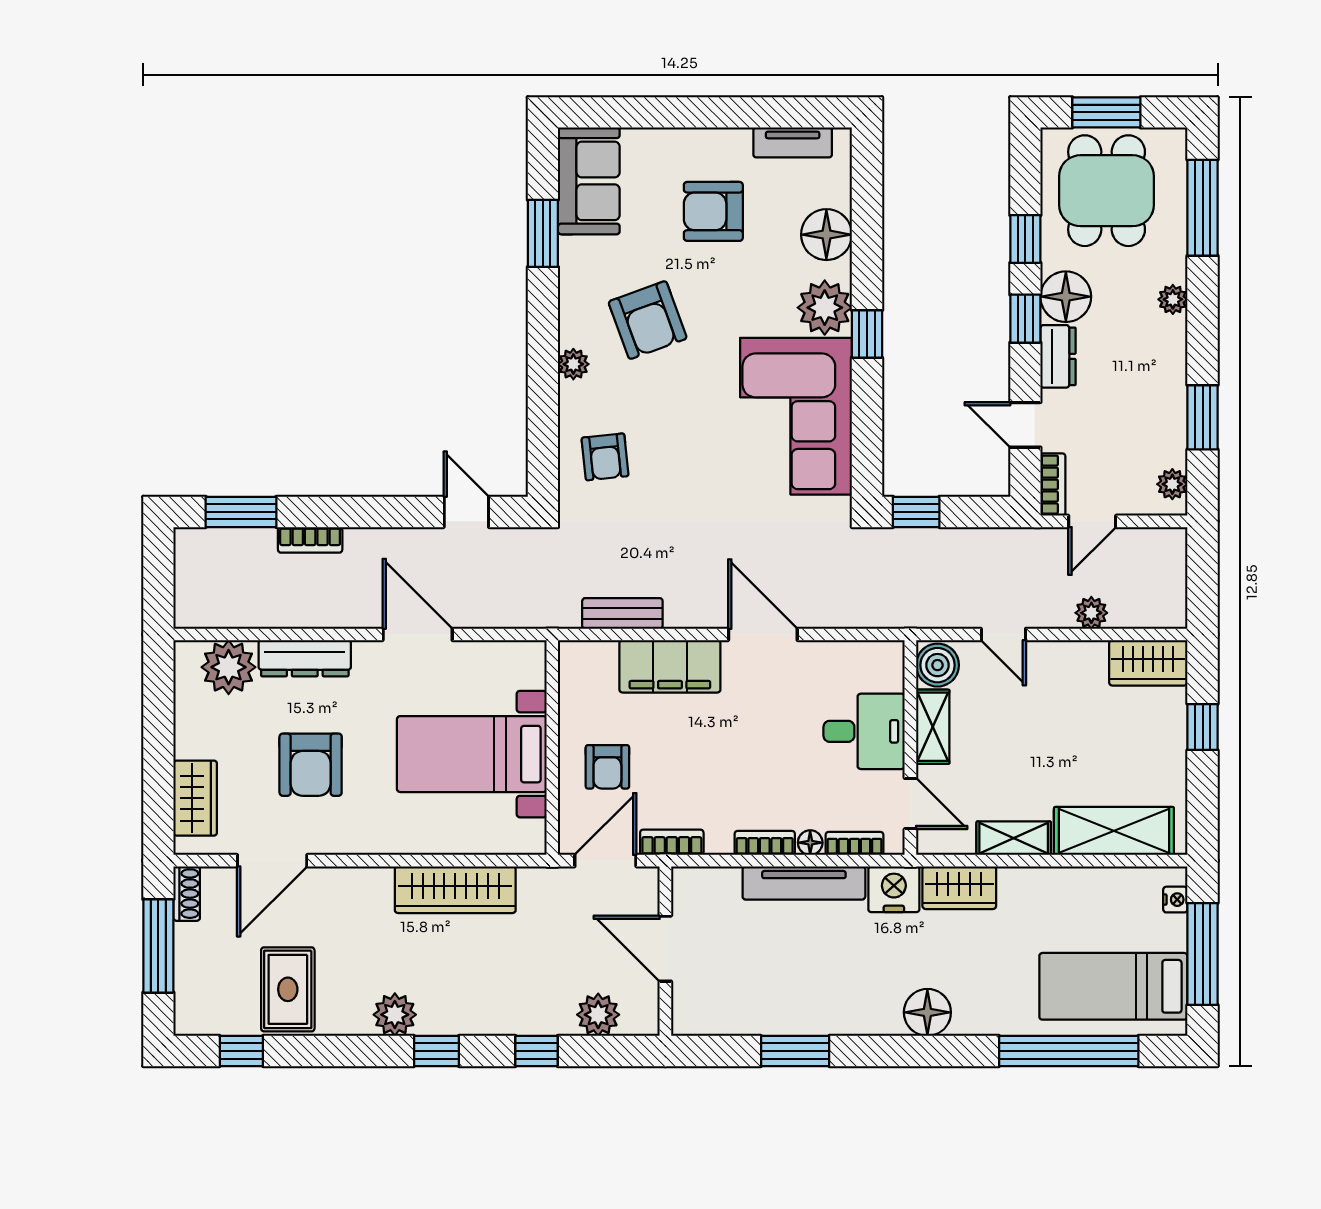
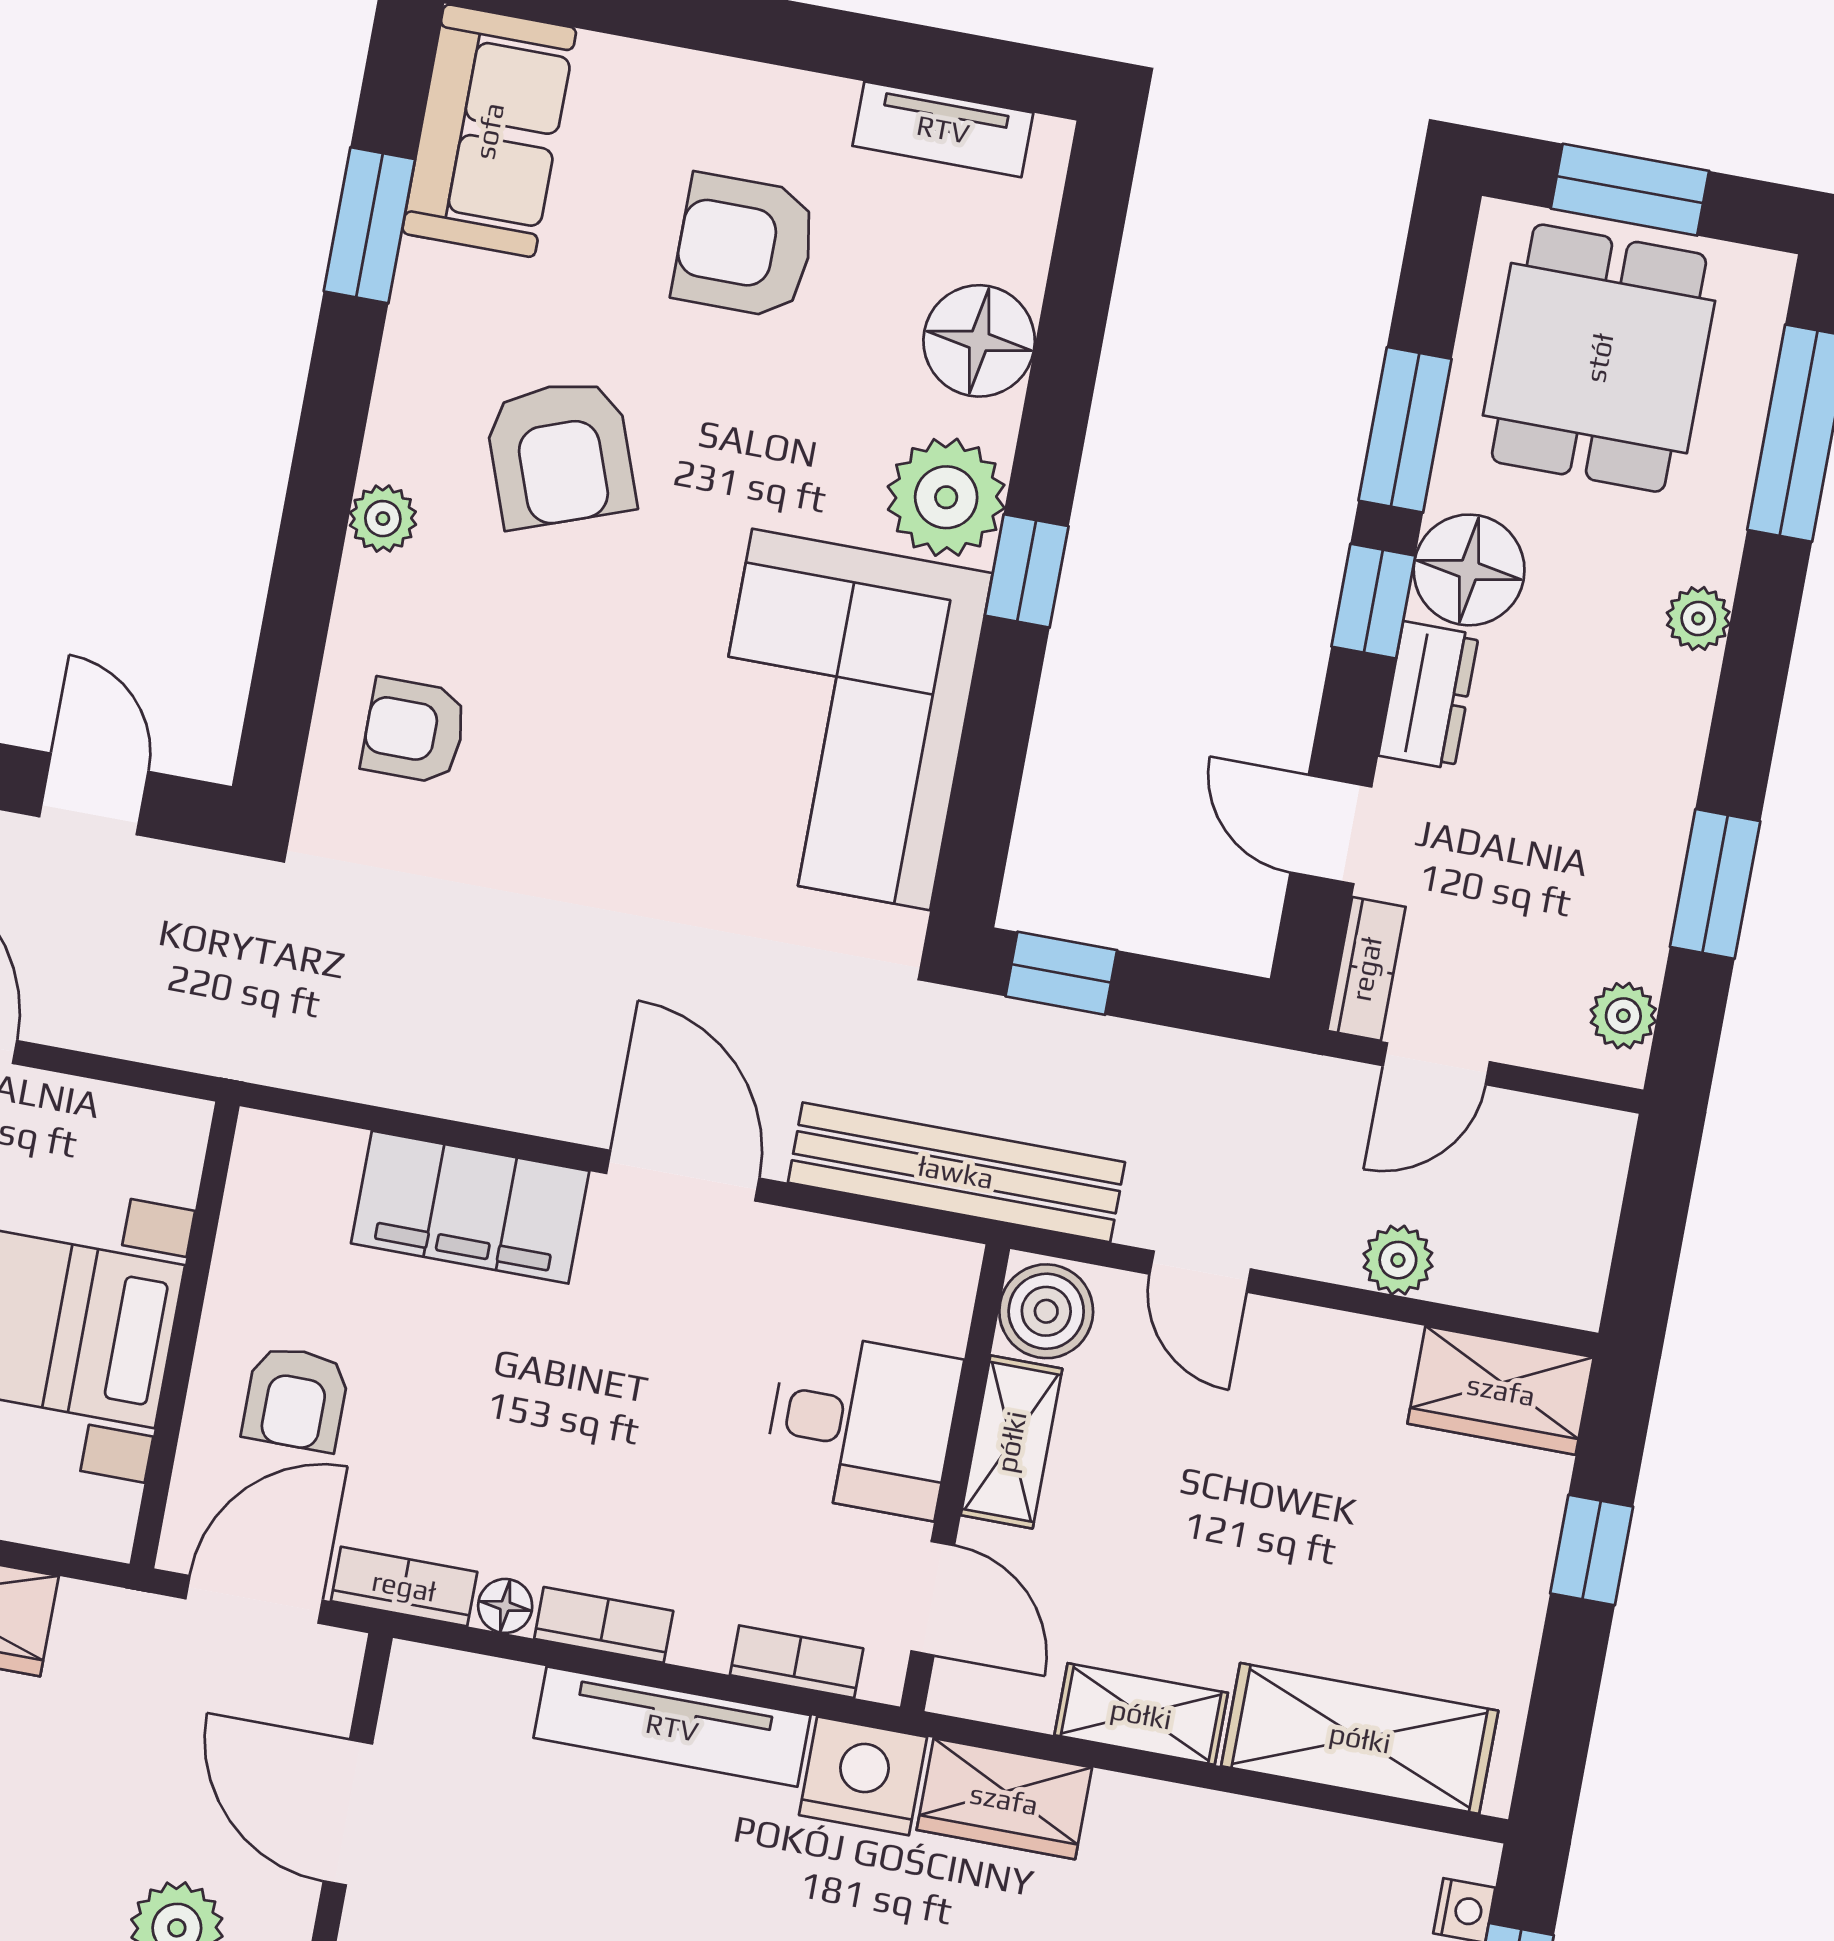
window: (1025, 239) -> (1405, 430), width x1.50
armchair: (605, 457) -> (414, 731), turned 96
bench: (622, 613) -> (956, 1172), moved, width x1.86, depth x1.21
floor lamp: (810, 843) -> (505, 1606), moved

